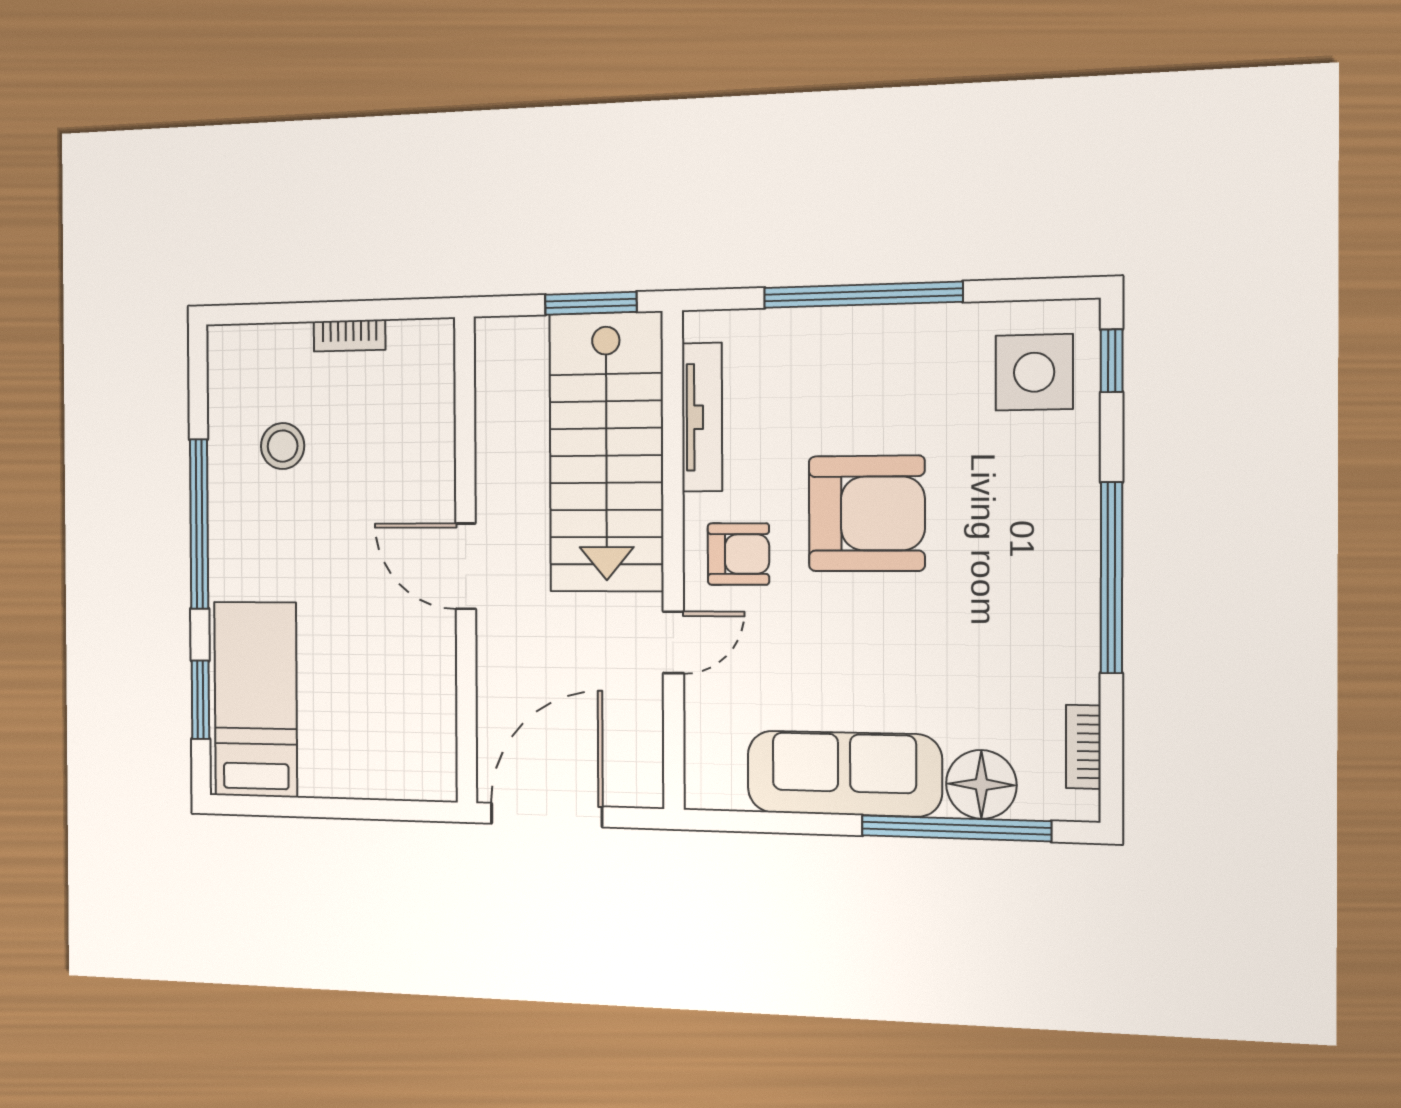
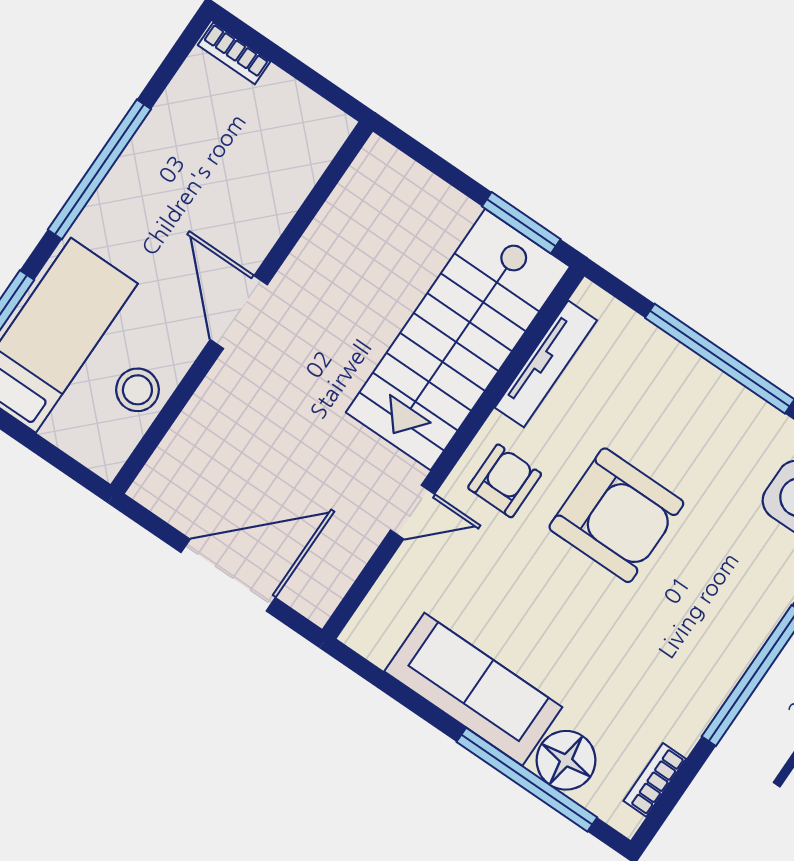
bookcase: (349, 336) -> (234, 53), moved
stool: (283, 446) -> (137, 390), moved
armchair: (738, 554) -> (505, 481), turned -90
wall: (466, 560) -> (242, 308), moved
door: (466, 566) -> (239, 312), moved

